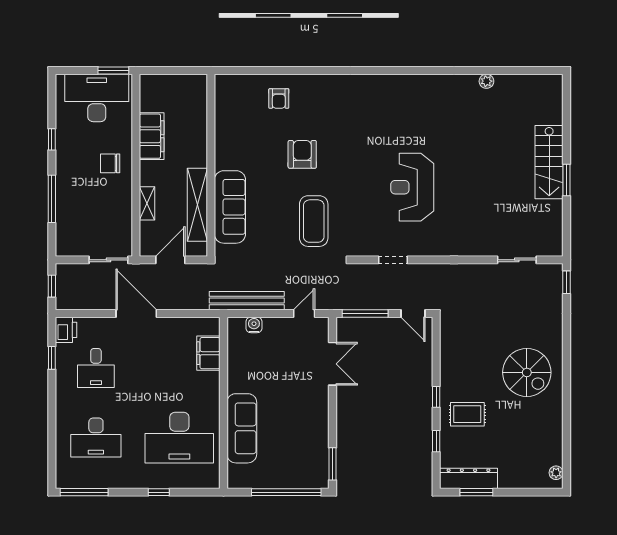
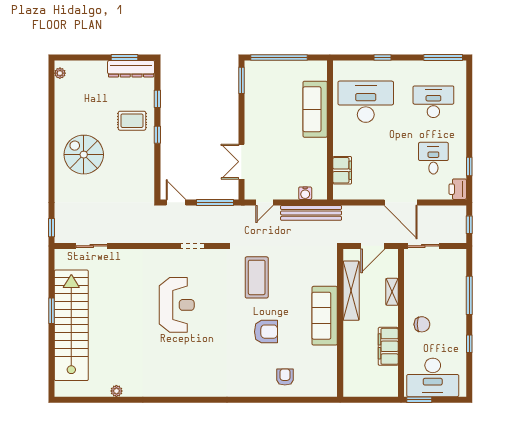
armchair: (302, 154) -> (266, 332), turned -90
stairs: (549, 162) -> (71, 325), width x1.86, depth x1.51
sofa: (230, 207) -> (325, 316), moved

